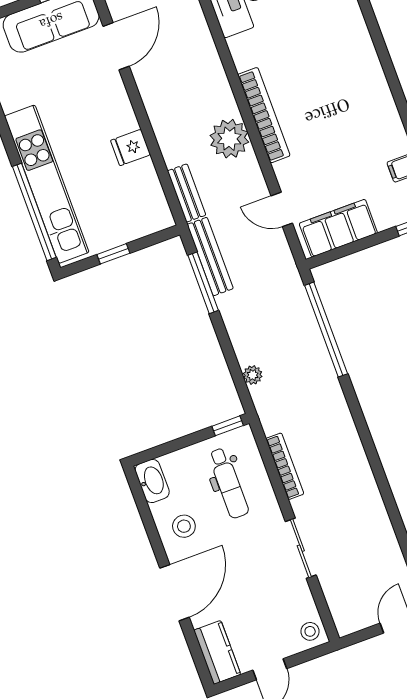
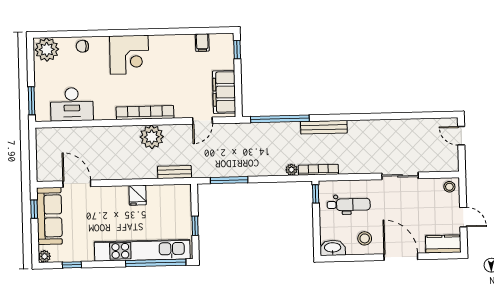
corner desk: (346, 60) -> (129, 55), added
bench: (210, 257) -> (324, 127), moved
bookcase: (285, 466) -> (318, 170), moved

